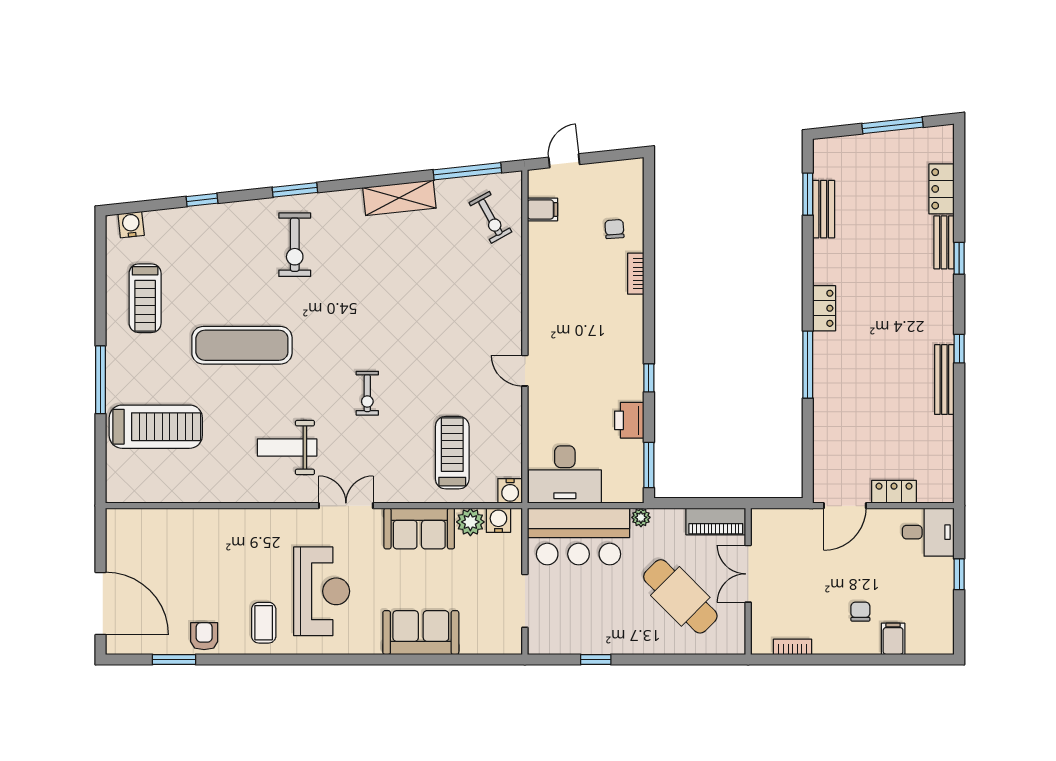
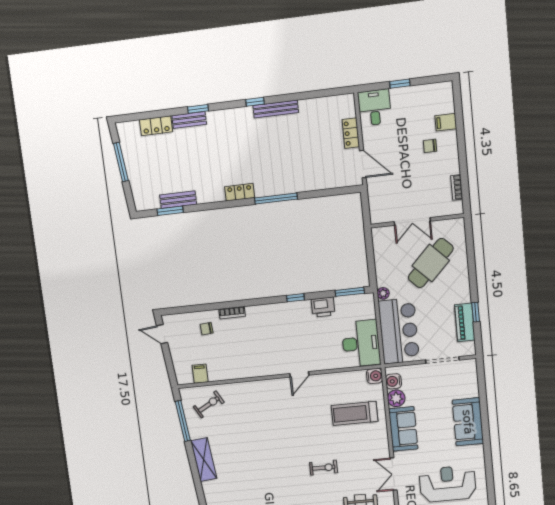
door: (564, 161) -> (162, 334), moved
piano: (716, 521) -> (465, 322), moved, turned 180

